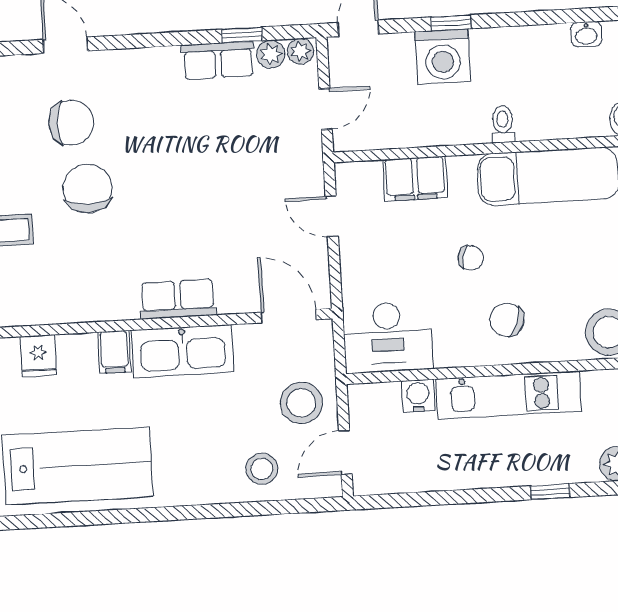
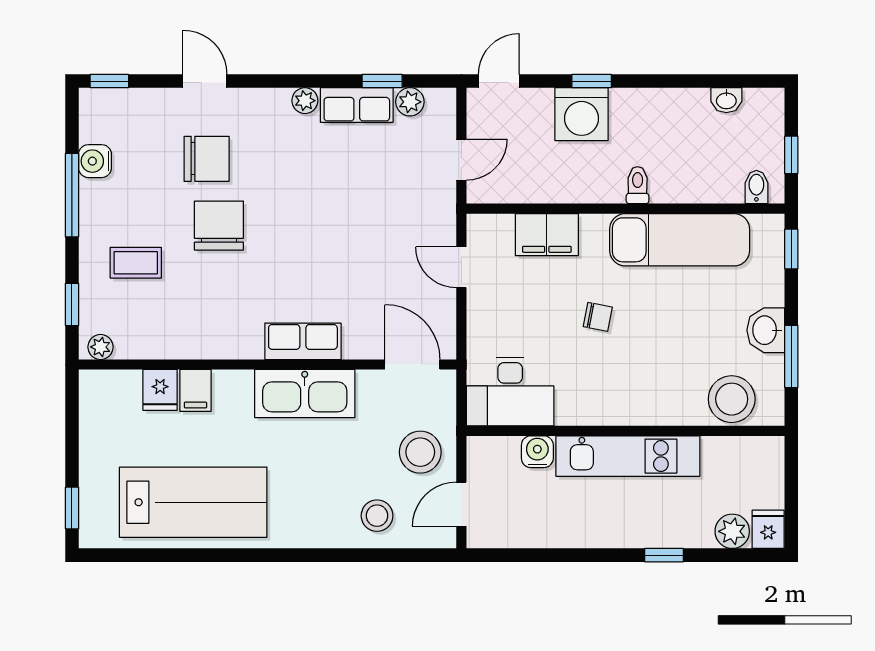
plant: (300, 51) -> (305, 101), moved
chair: (507, 320) -> (631, 381), removed
filing cabinet: (114, 352) -> (196, 390), moved

